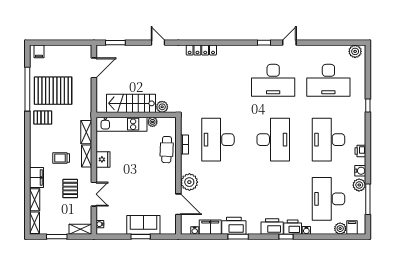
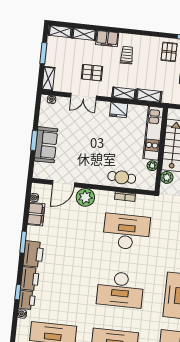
trolley: (61, 158) -> (127, 55), moved
printer: (234, 226) -> (33, 254), moved

